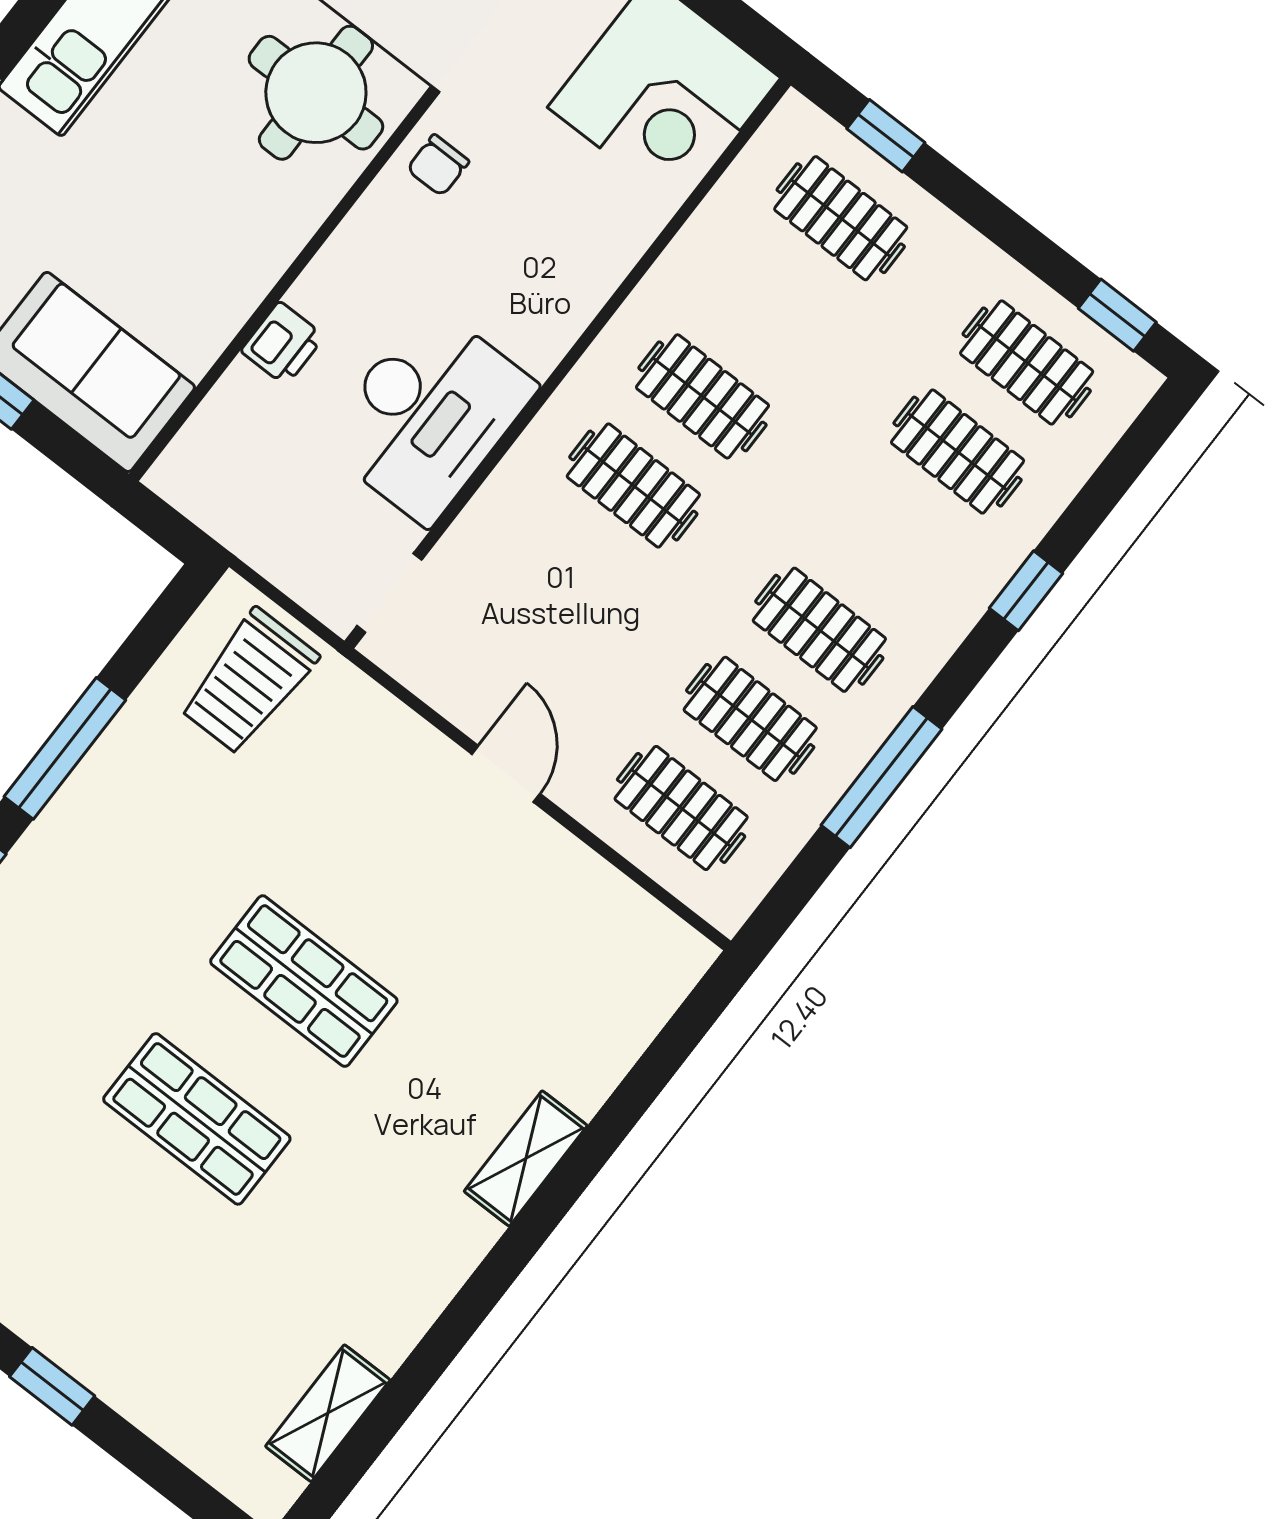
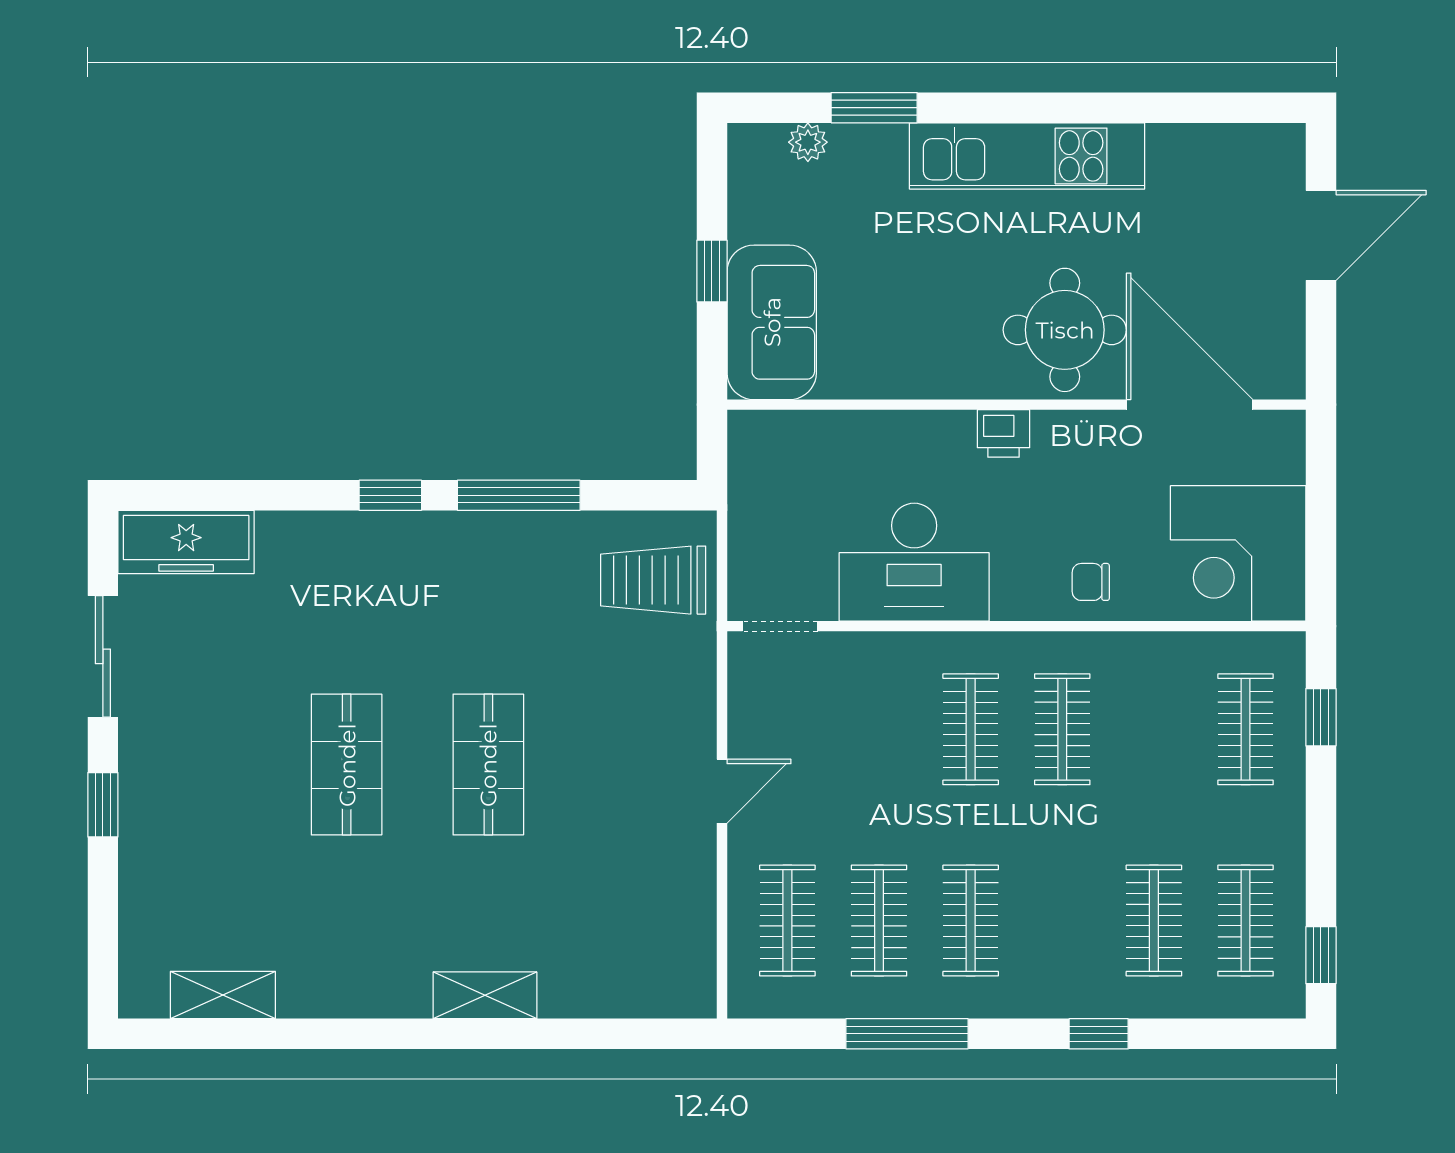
chair: (438, 165) -> (1091, 582), moved
printer: (283, 344) -> (1003, 433), moved

